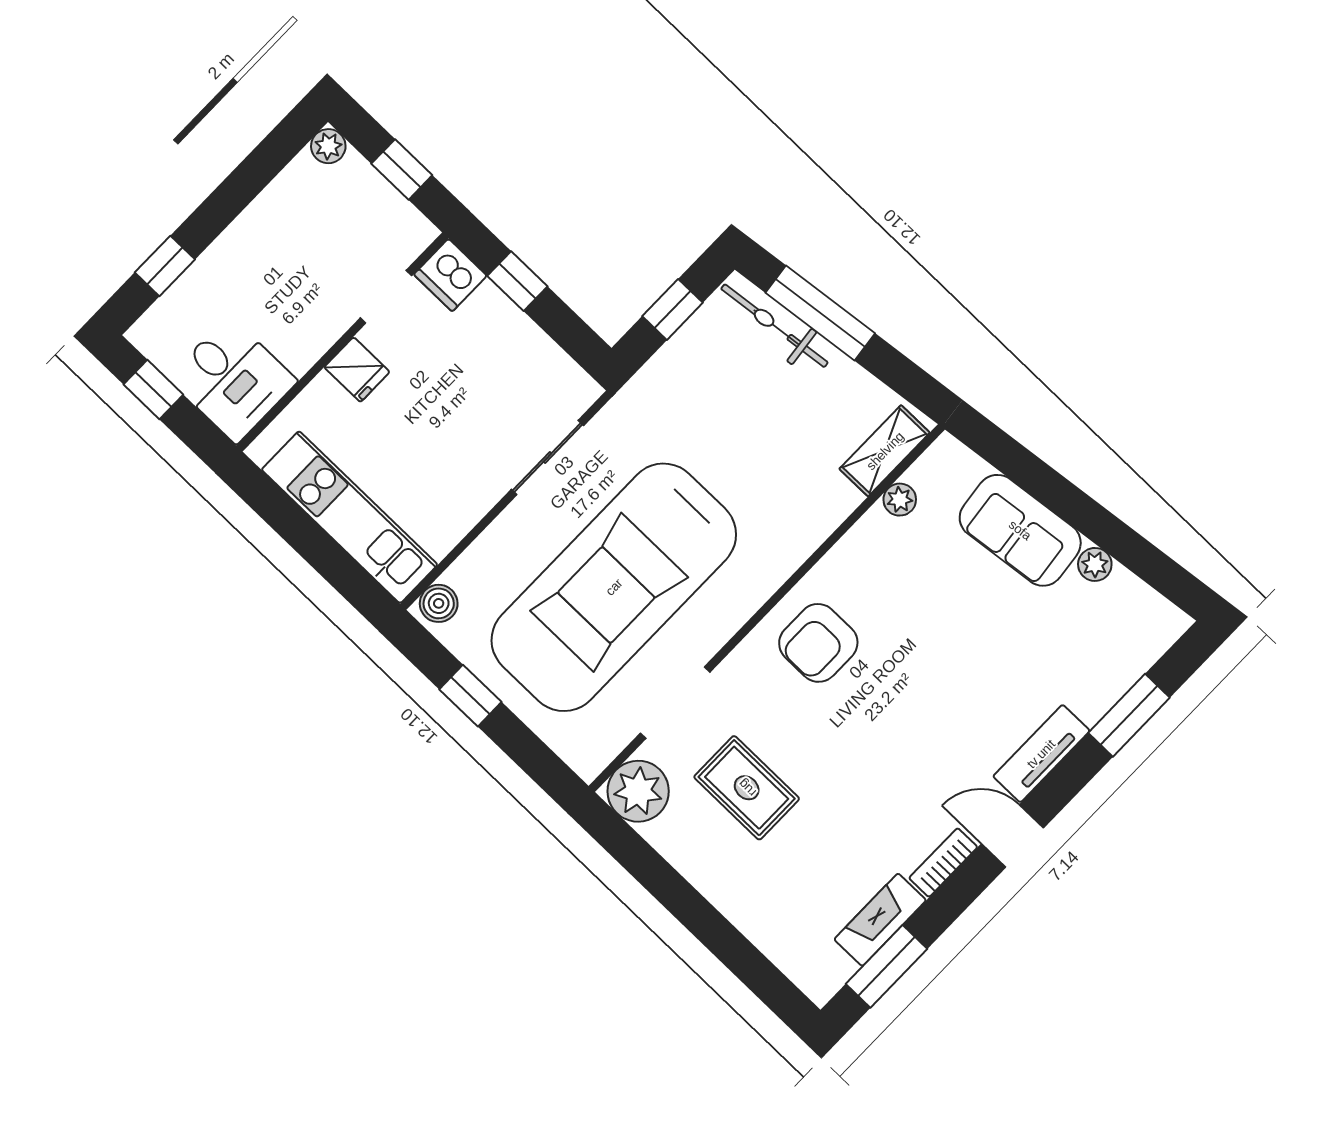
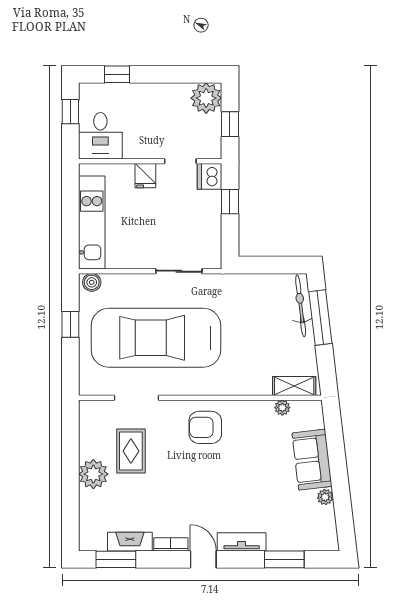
plant: (328, 146) -> (206, 98), width x1.87, depth x1.87
window: (672, 309) -> (272, 265), removed
plant: (638, 791) -> (93, 474), moved

